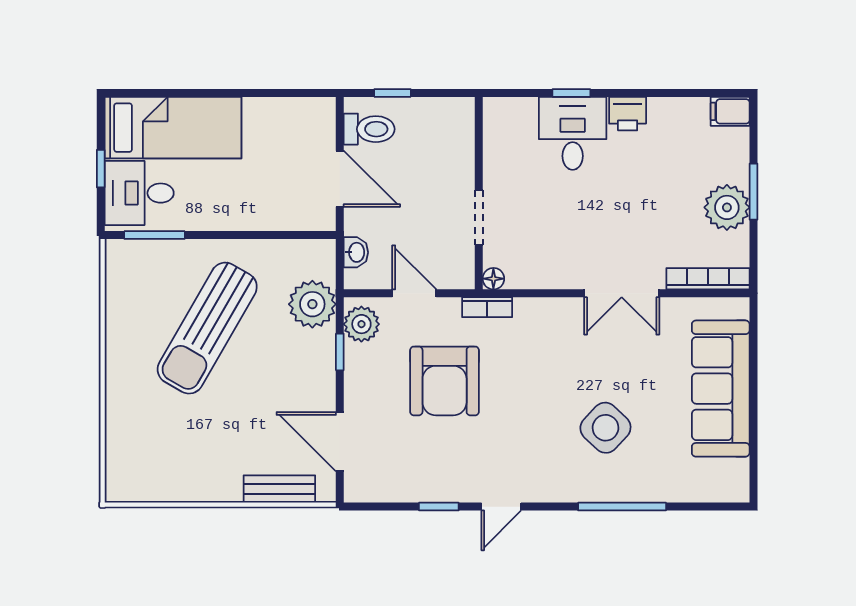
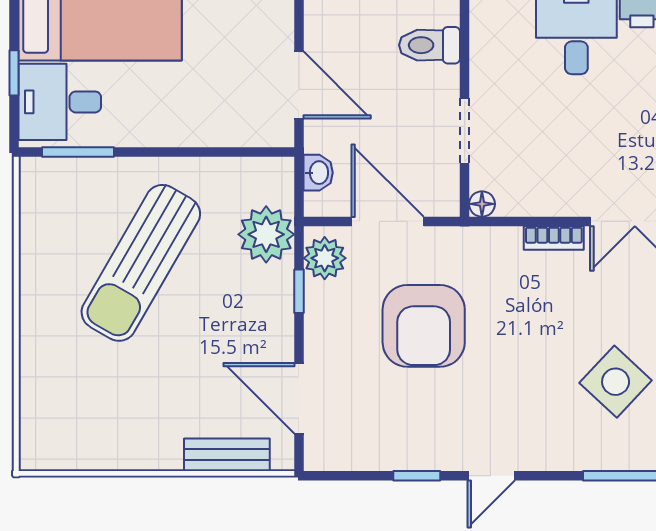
toilet: (369, 129) -> (430, 45), moved, turned 180
door: (414, 293) -> (388, 221), width x1.38
bookcase: (487, 307) -> (554, 238), moved

